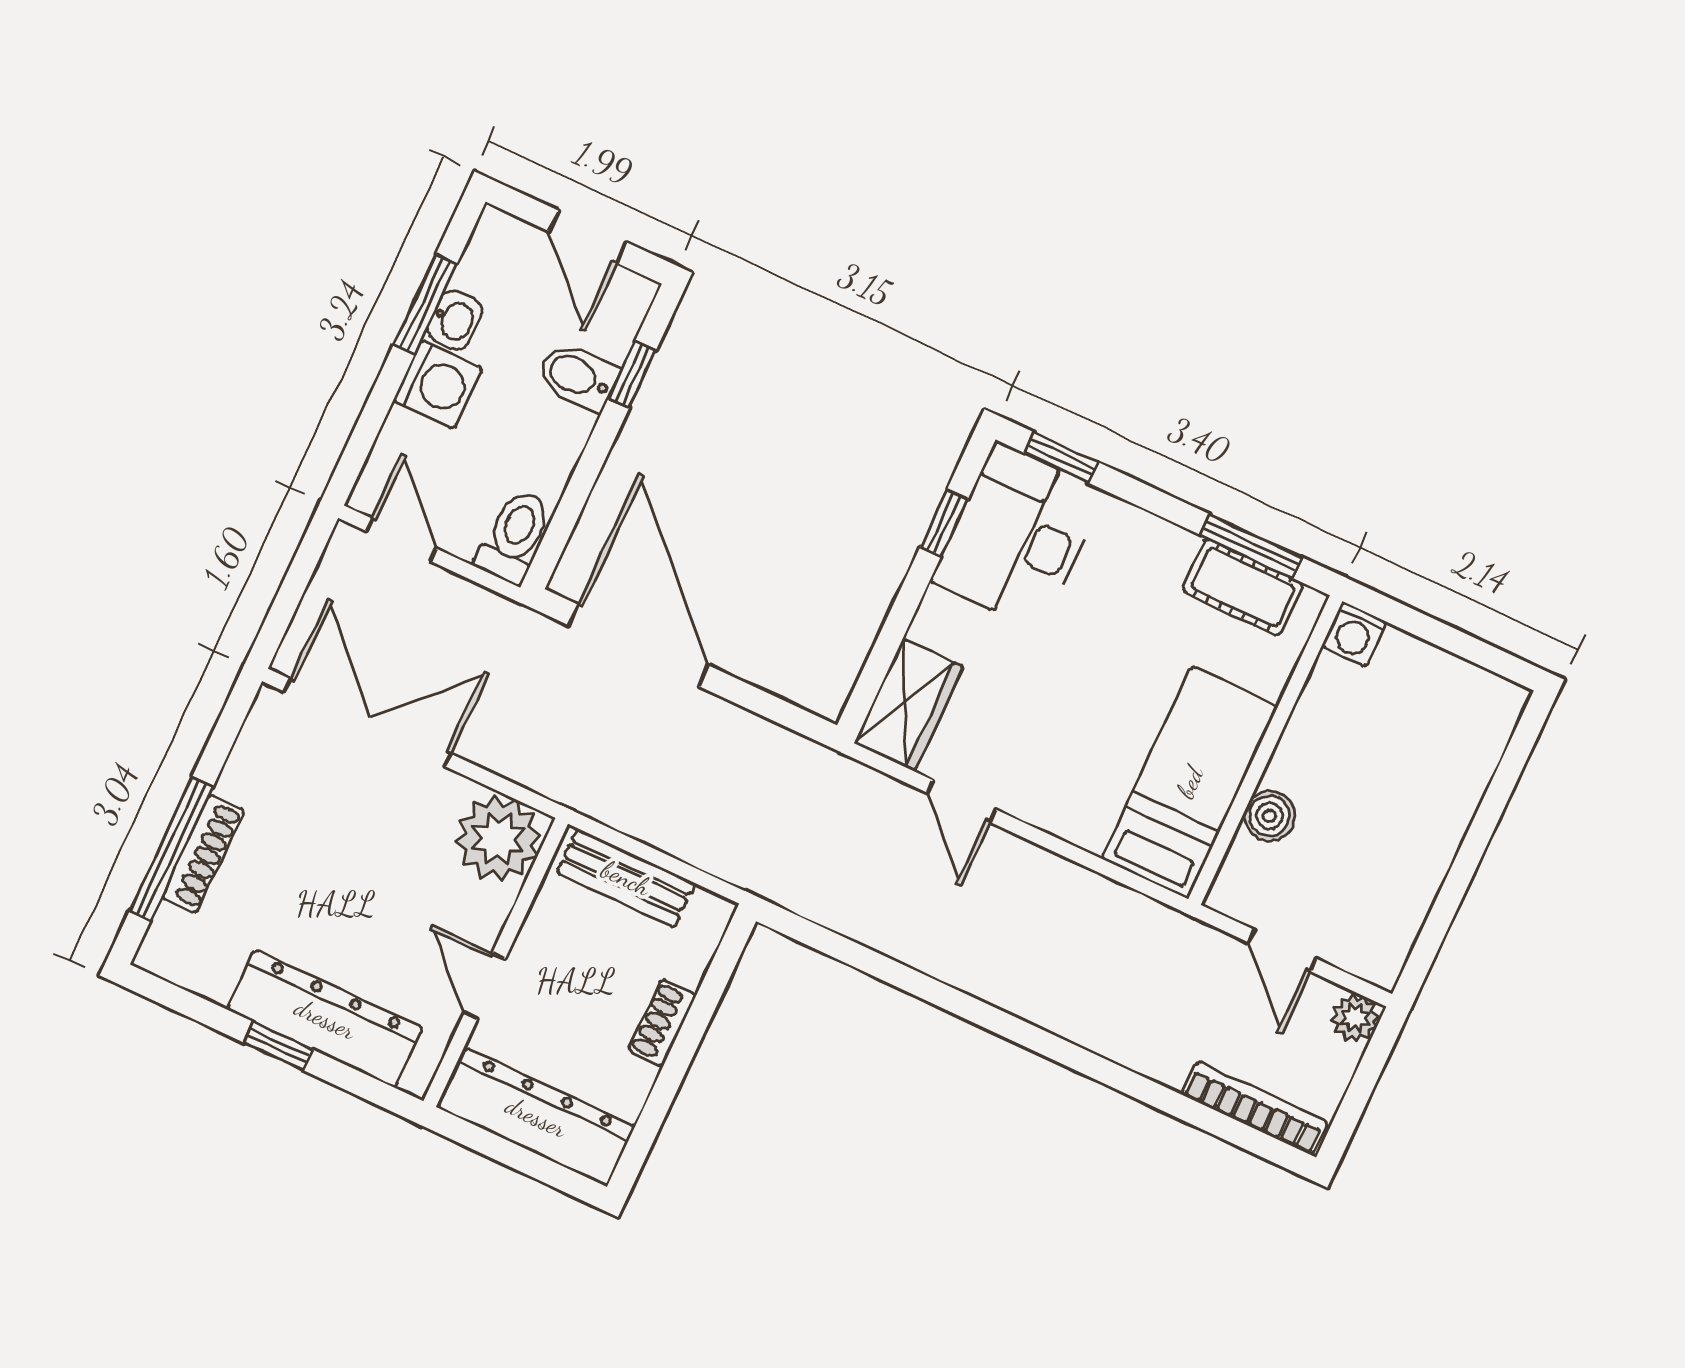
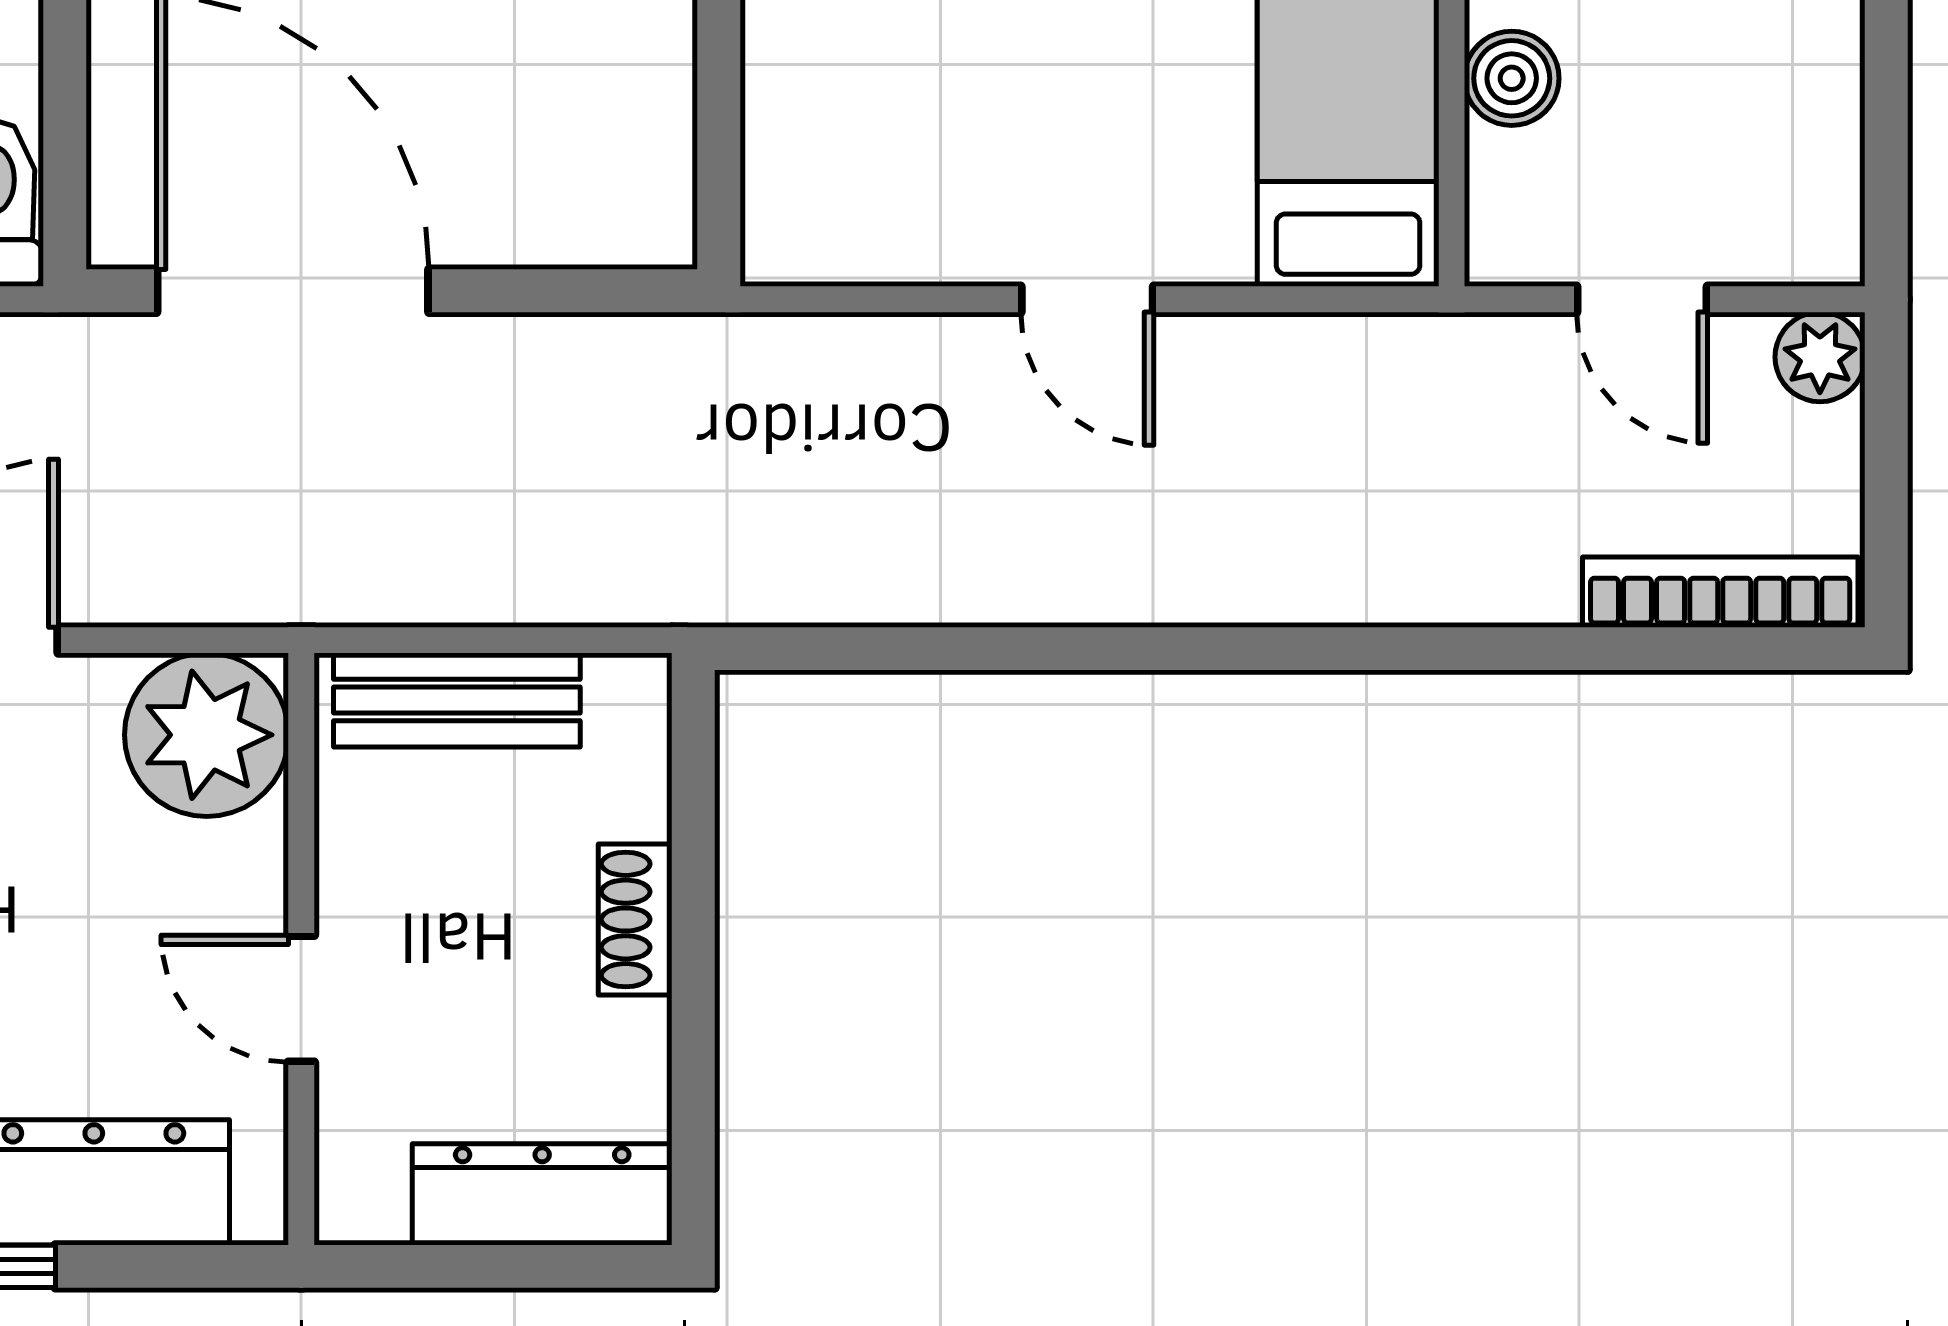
wardrobe: (909, 705) -> (804, 177), removed
door: (962, 801) -> (1087, 299), moved
dresser: (536, 1117) -> (542, 1194), width x0.73, depth x0.80

